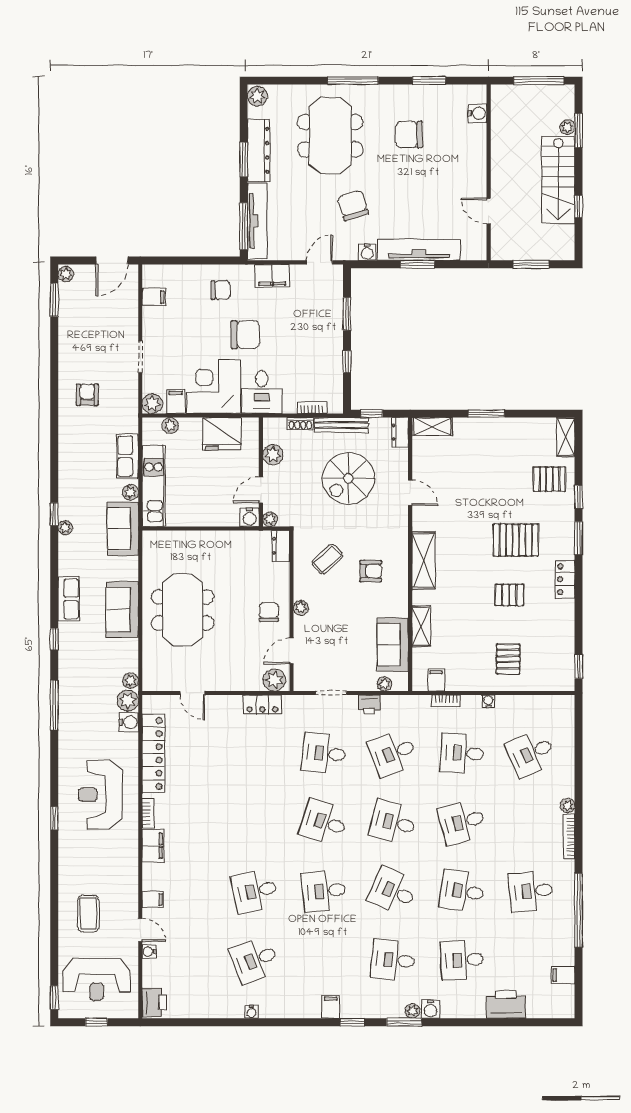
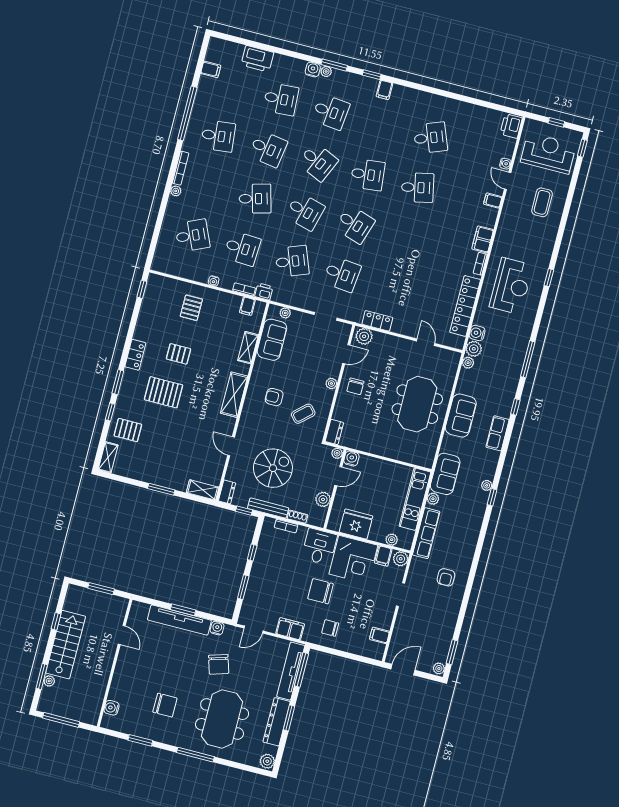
row of seats: (128, 456) -> (426, 533), width x1.48
printer: (369, 704) -> (264, 292), moved
water cooler: (252, 1012) -> (443, 101), removed

